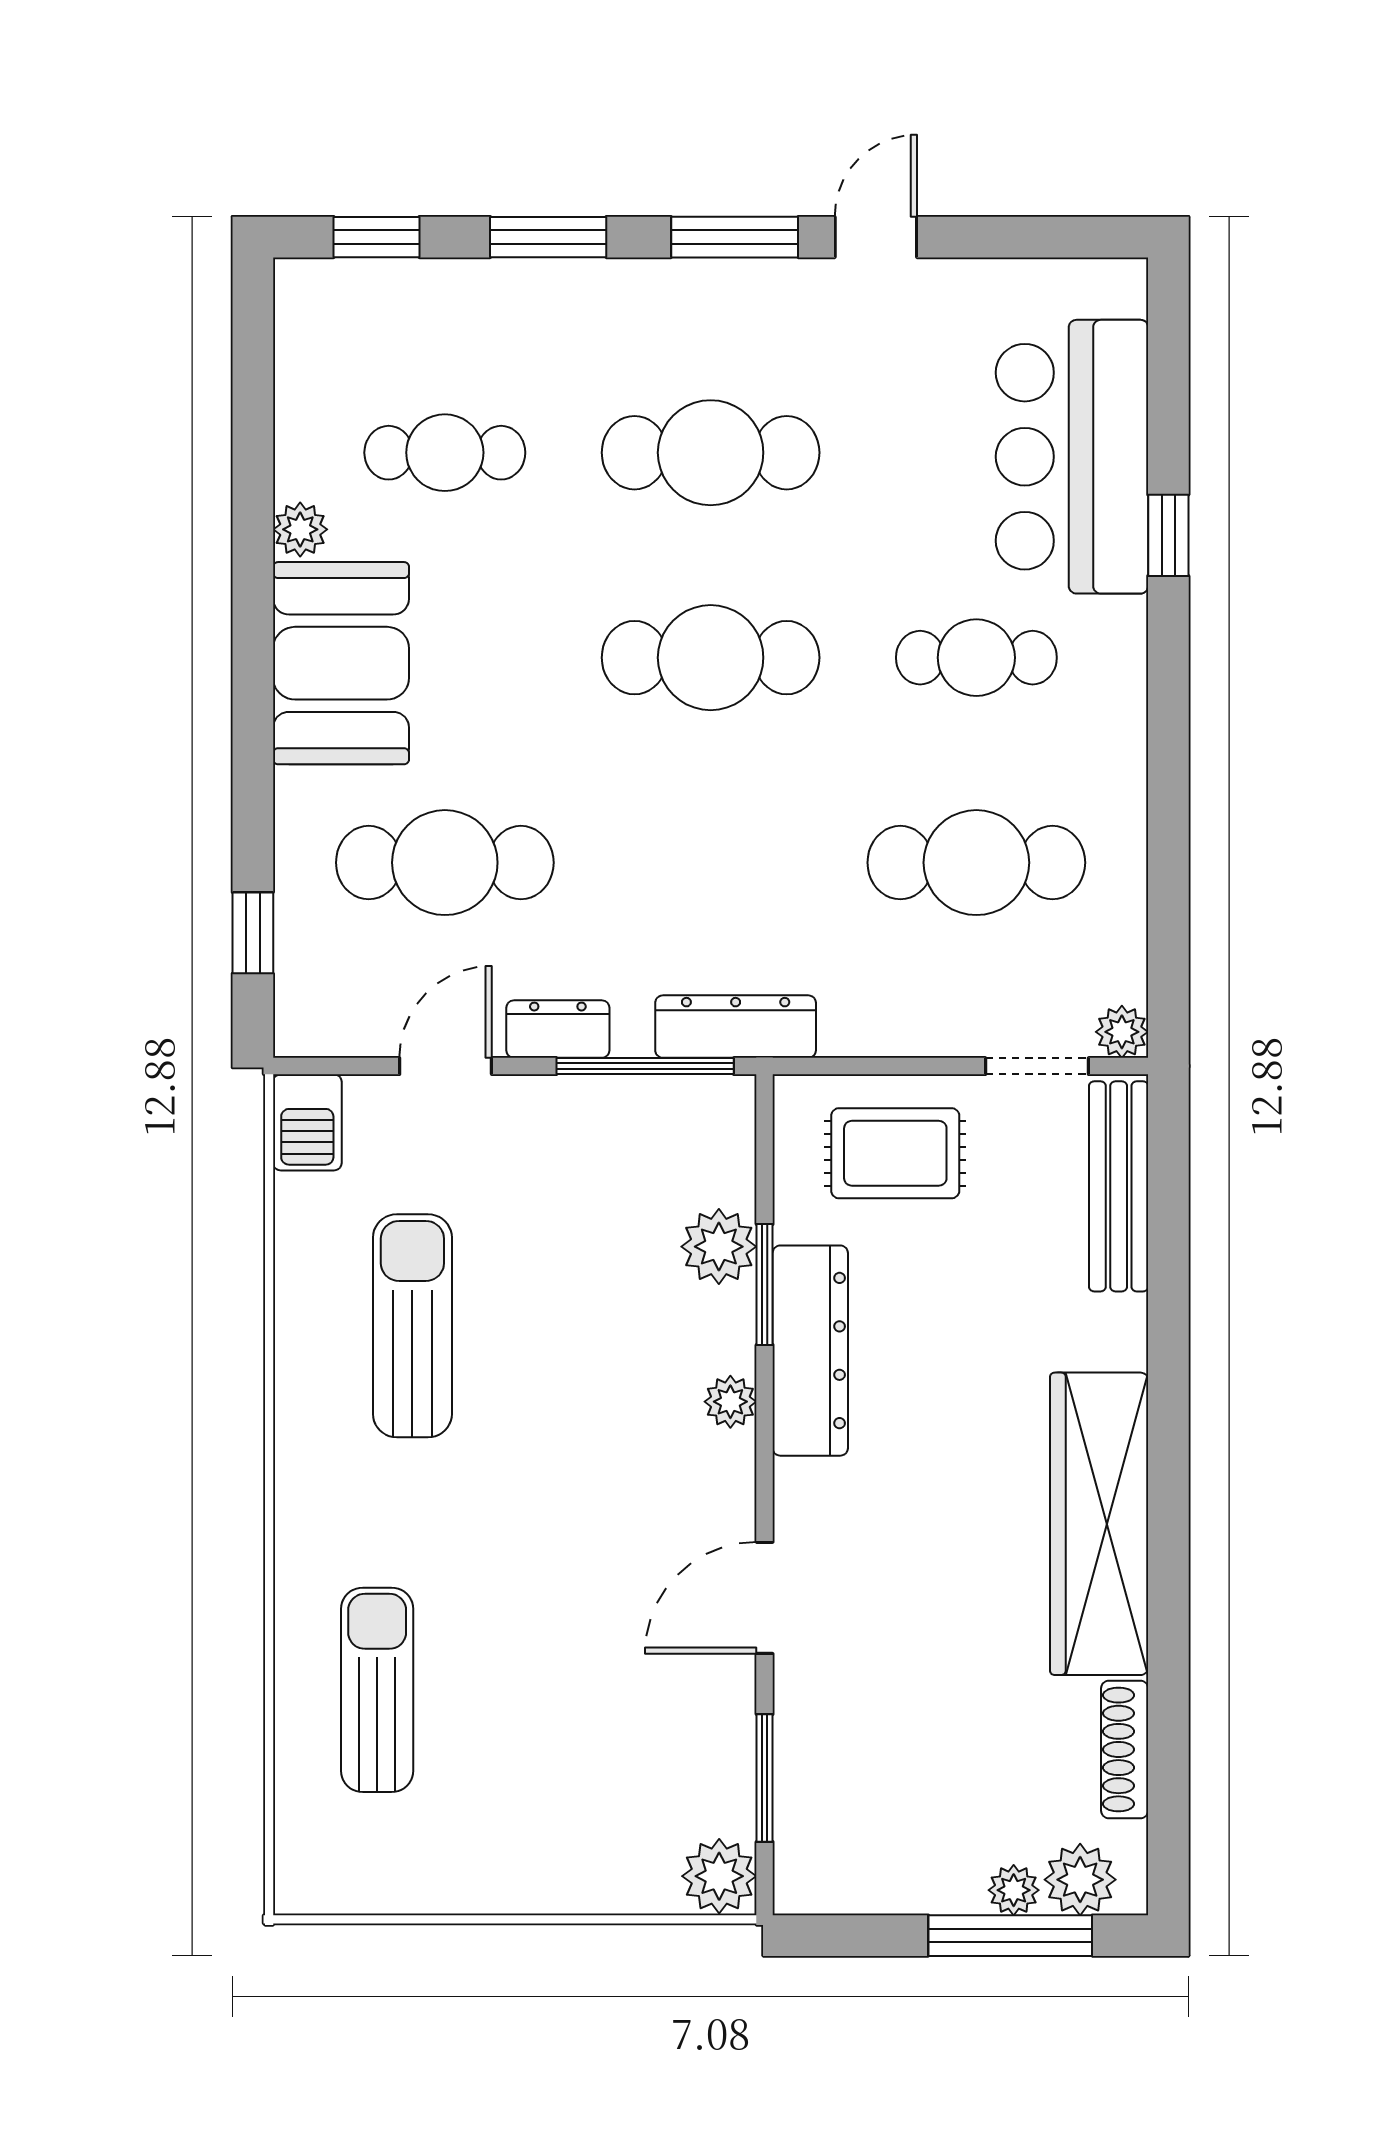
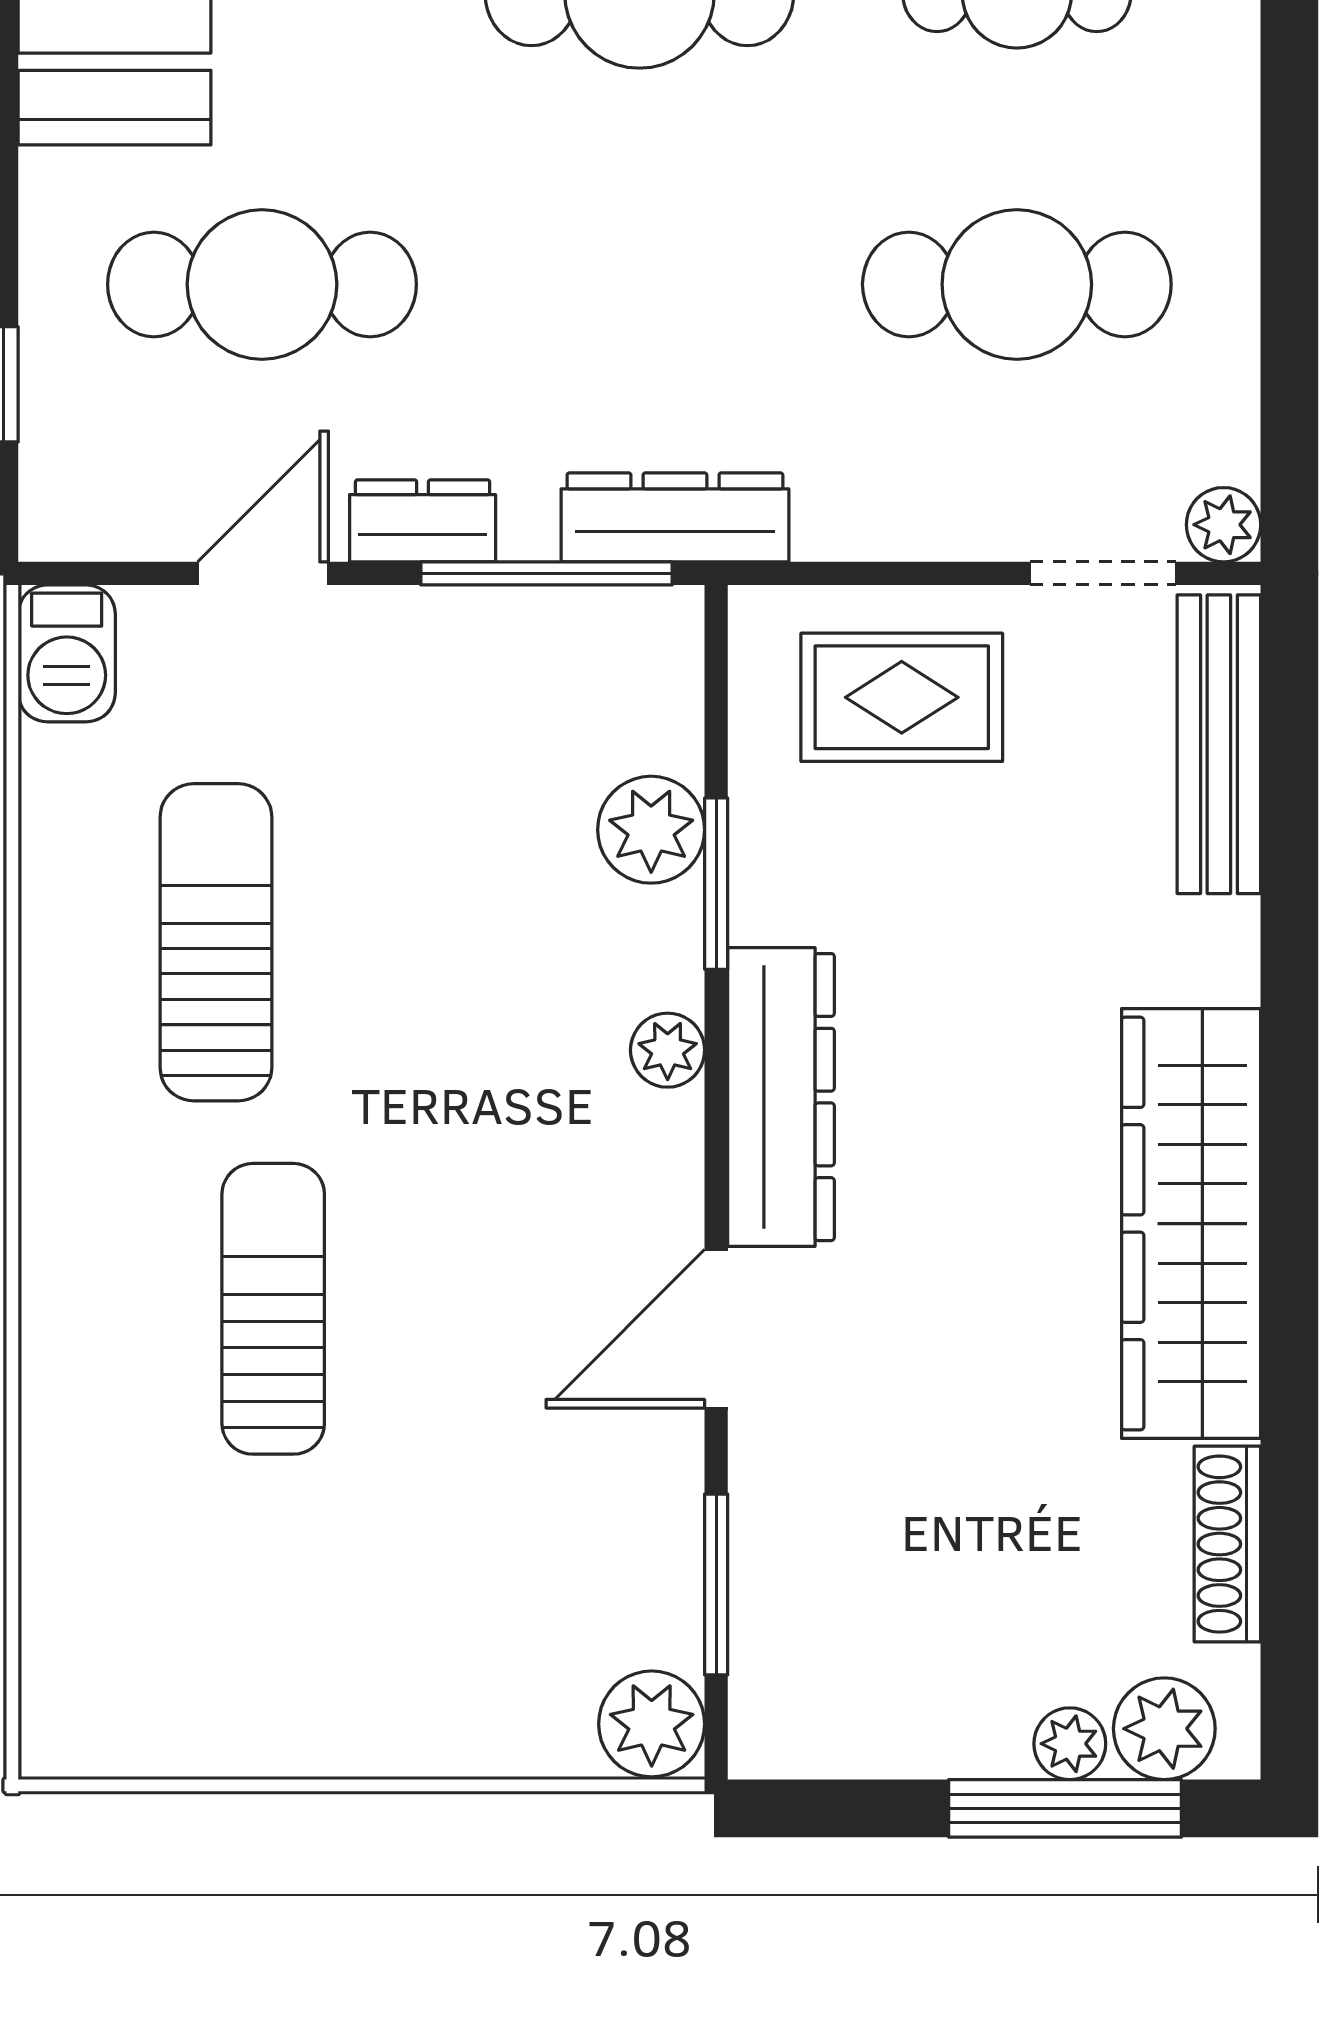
dresser: (810, 1351) -> (781, 1097), moved
sun lounger: (377, 1690) -> (273, 1309), moved

